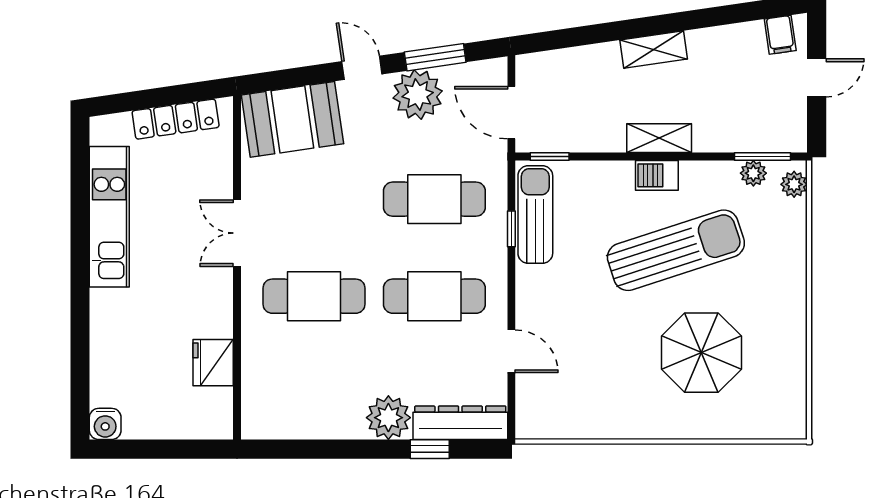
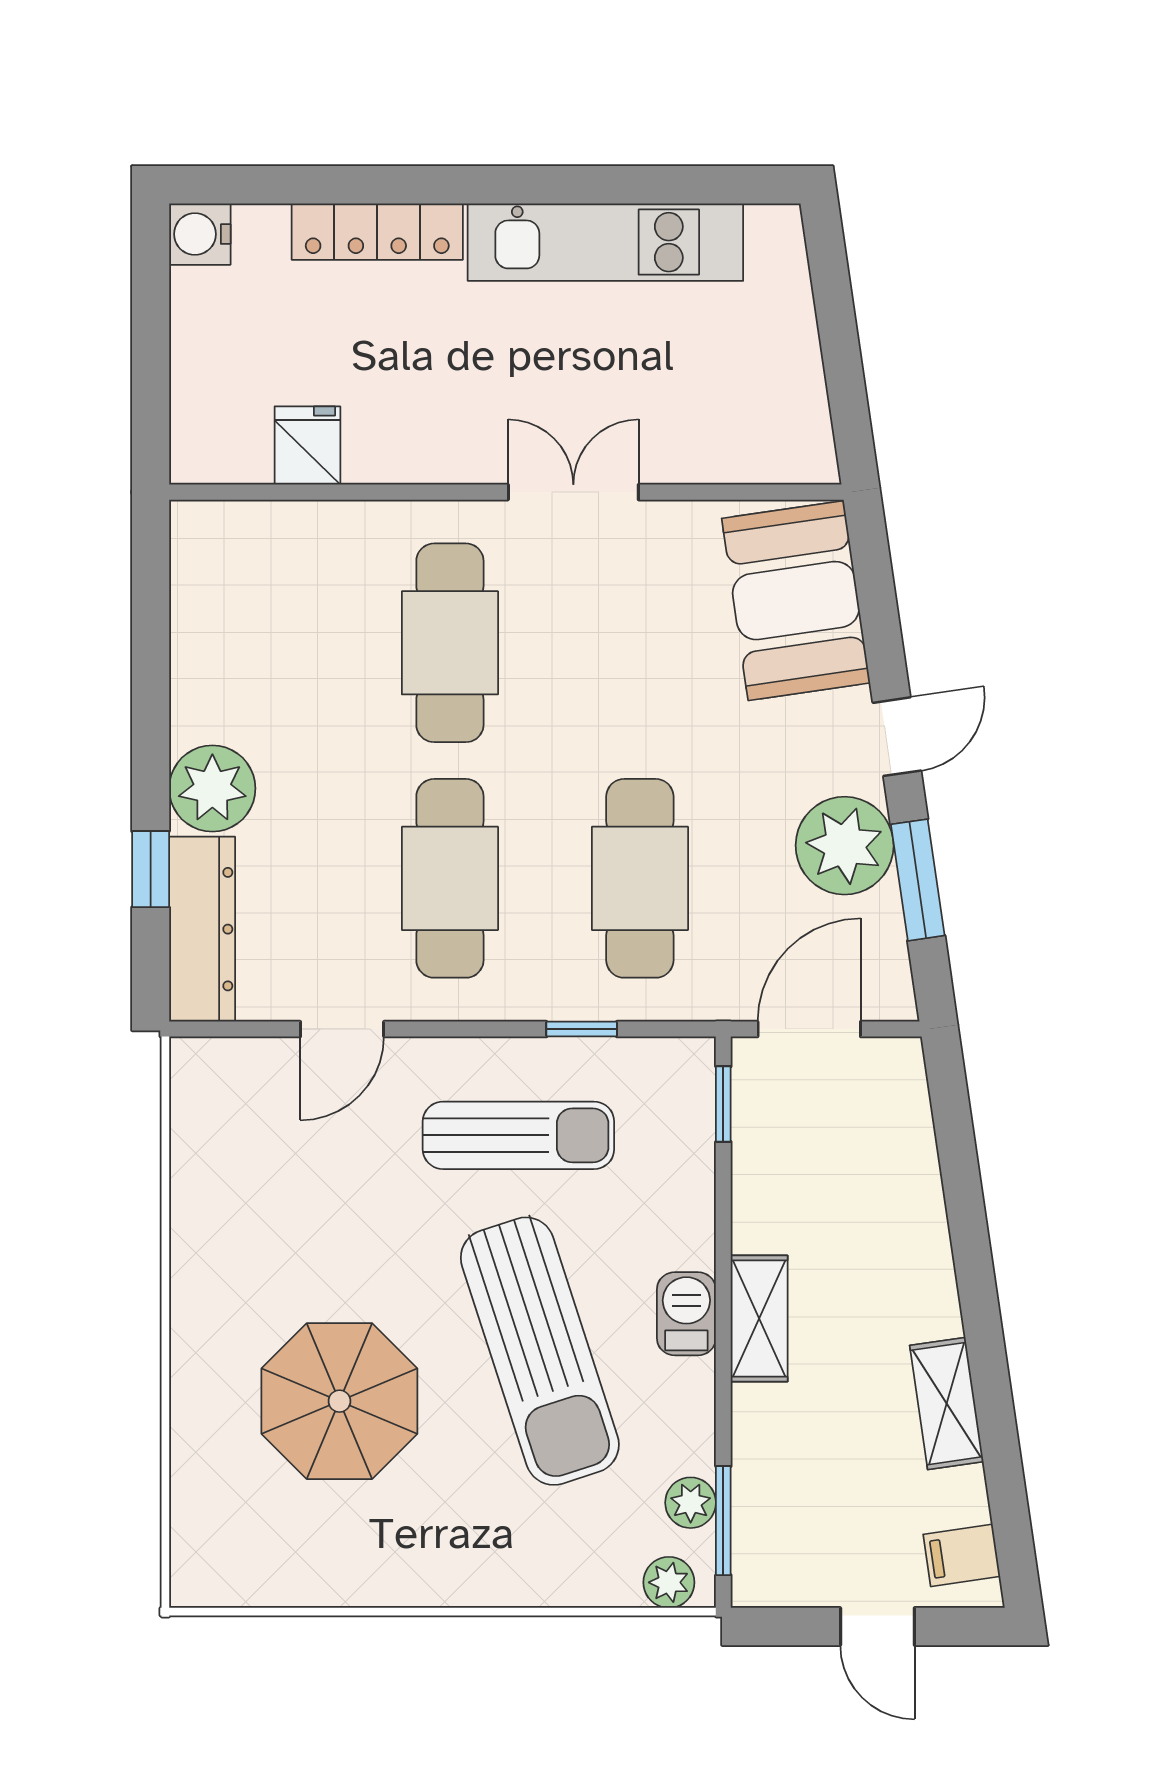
shelving: (654, 50) -> (947, 1404), moved
locker: (176, 119) -> (377, 232), moved, turned -82
sun lounger: (535, 215) -> (518, 1135), moved
fridge: (213, 363) -> (307, 445), width x0.72

